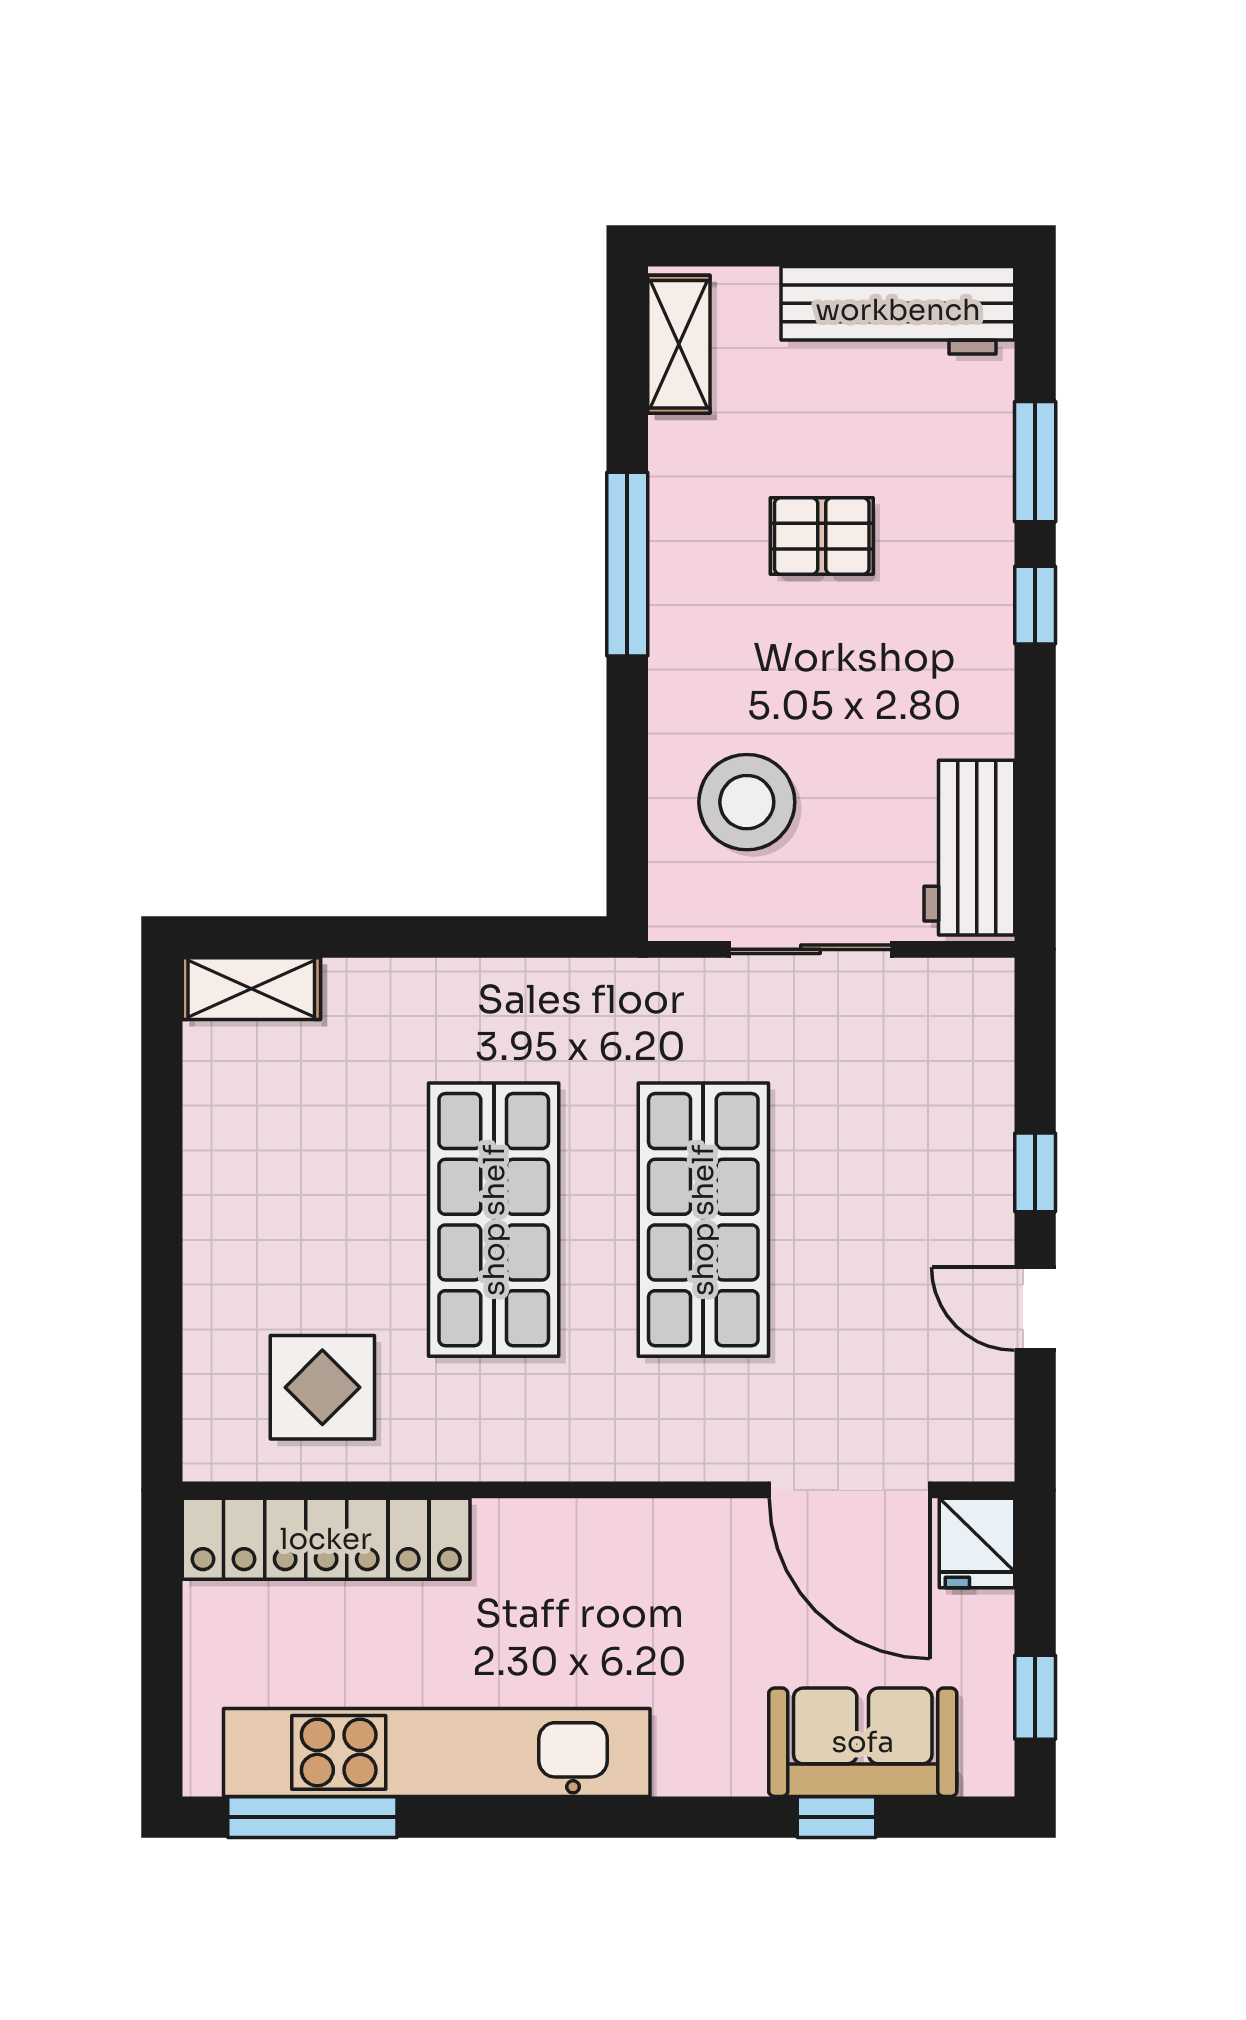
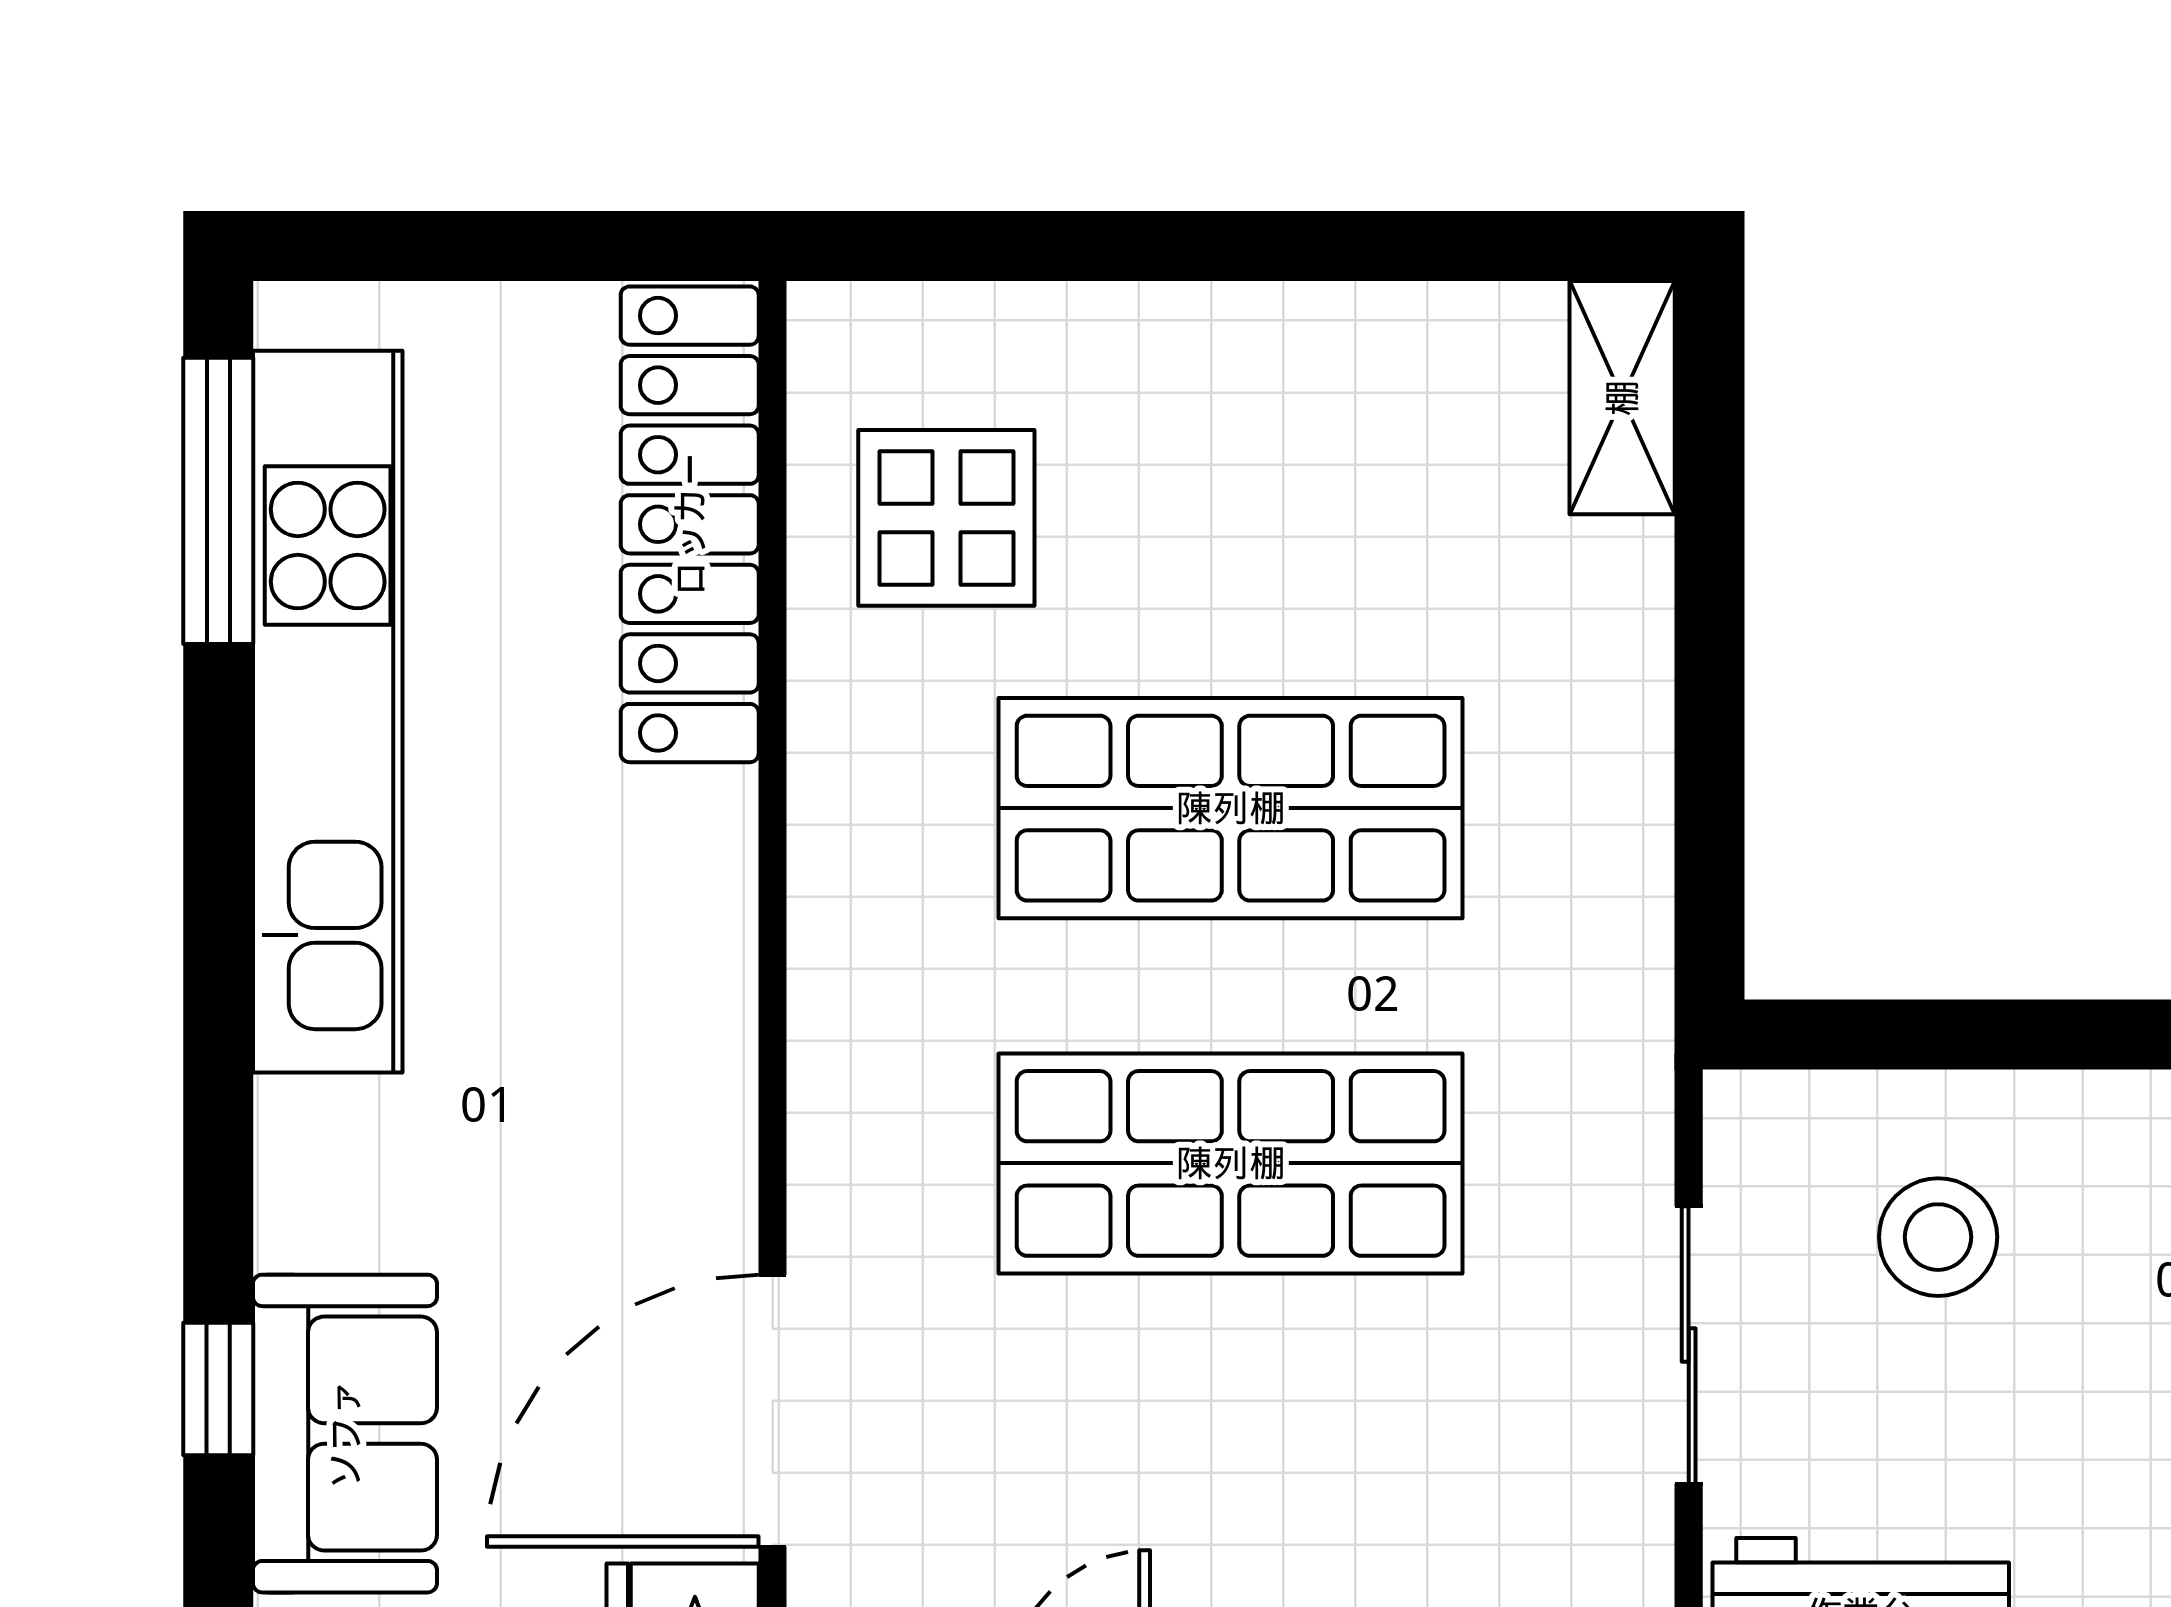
stool: (747, 802) -> (1938, 1237), width x0.73, depth x0.73

